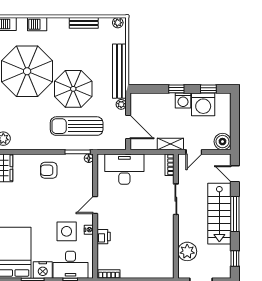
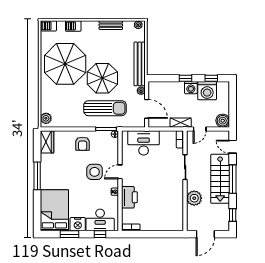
sun lounger: (77, 126) -> (105, 108), turned 180
armchair: (49, 170) -> (83, 144), turned -90
side table: (67, 231) -> (95, 172), moved
printer: (104, 237) -> (129, 197), width x1.87, depth x1.48
plant: (187, 251) -> (194, 198), moved

